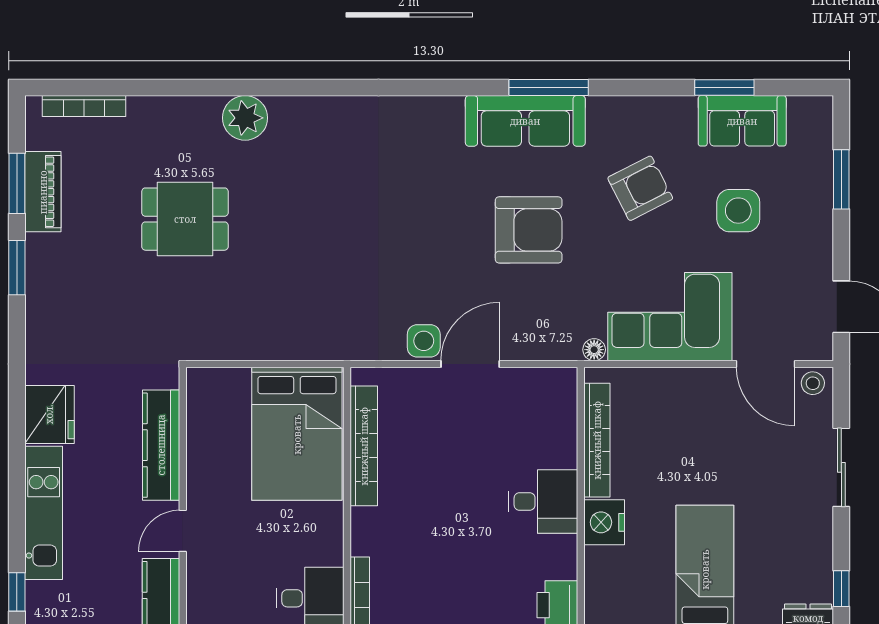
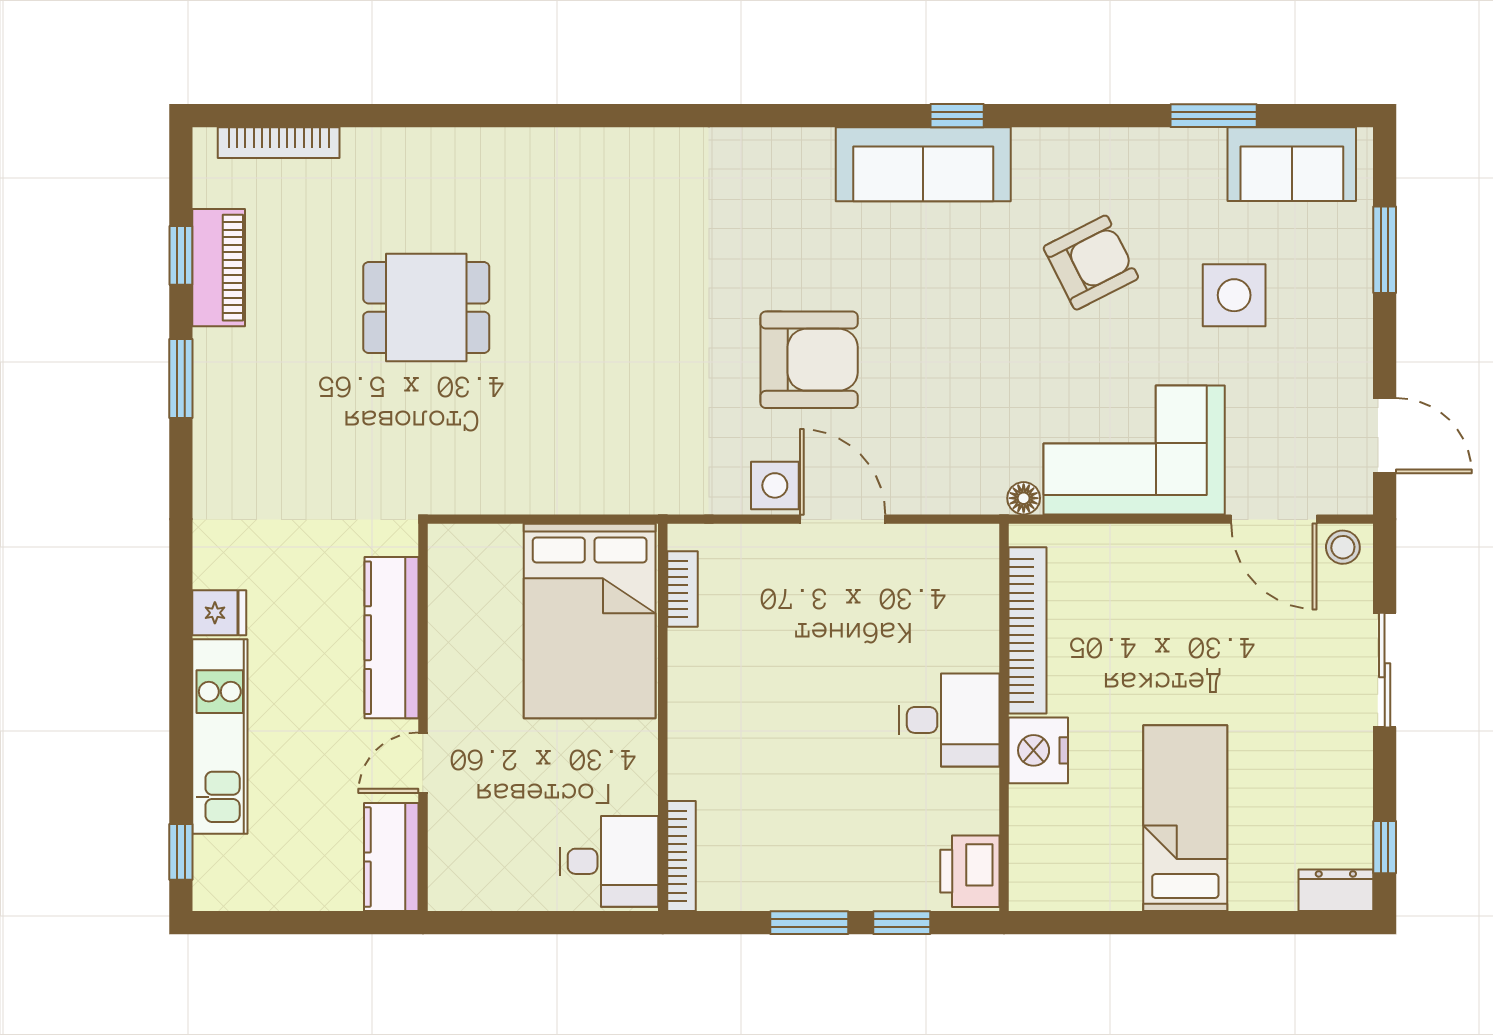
window: (549, 88) -> (957, 116), width x0.46
plant: (245, 118) -> (514, 160), removed
sofa: (742, 121) -> (1292, 164), moved
window: (17, 183) -> (181, 255), width x0.67
armchair: (529, 230) -> (809, 360), moved
door: (470, 364) -> (843, 519), hinge flipped
fridge: (49, 414) -> (219, 613), width x0.53, depth x0.75
bookcase: (364, 446) -> (683, 589), width x0.43, depth x0.76

